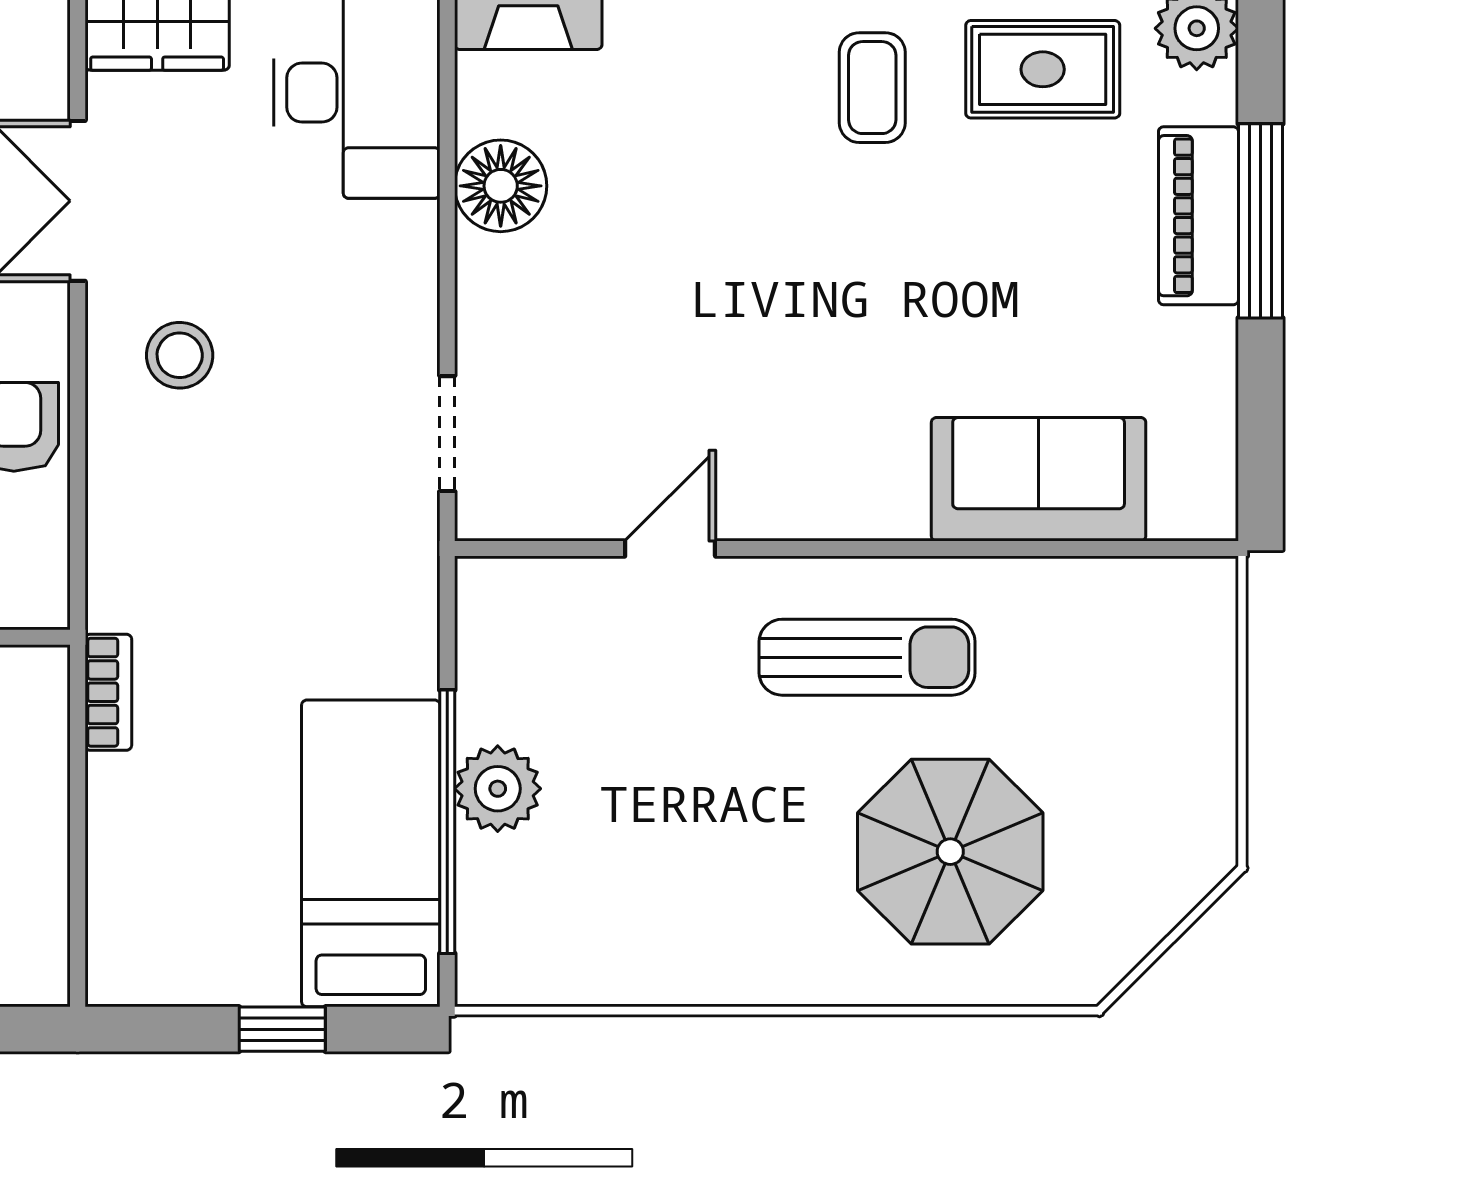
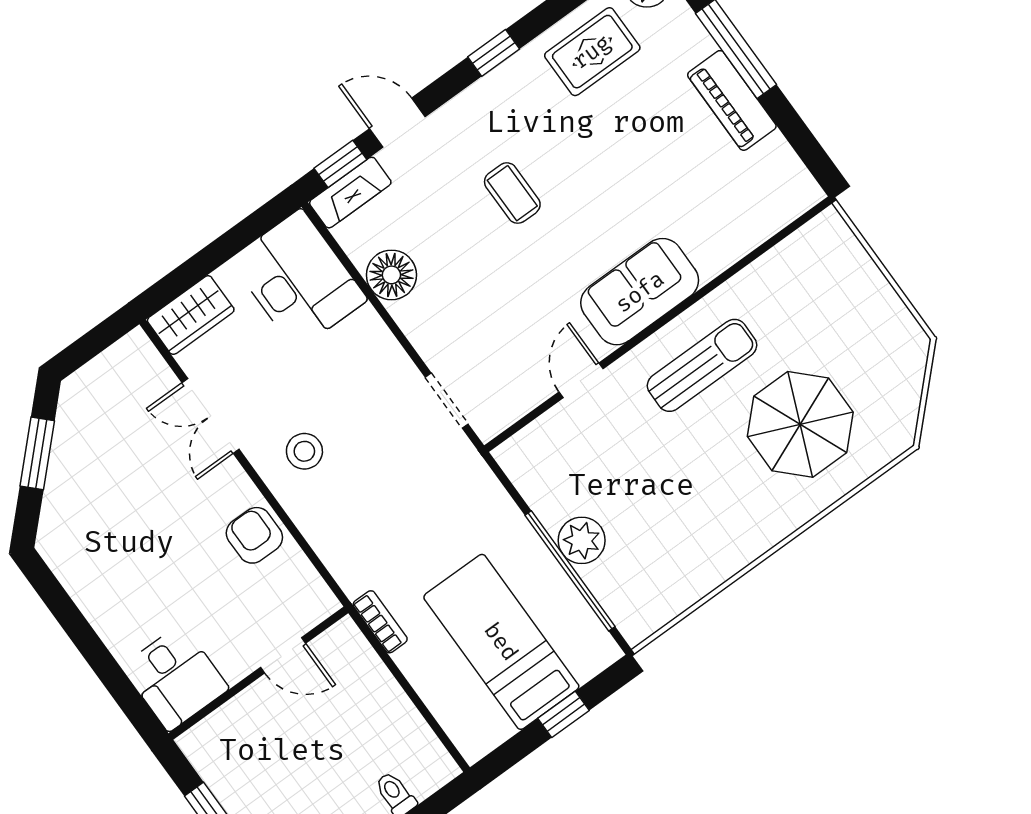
coffee table: (872, 88) -> (512, 193), moved
piano: (1198, 216) -> (732, 100), moved
sofa: (1039, 479) -> (640, 292), moved
bed: (371, 853) -> (501, 642), moved

